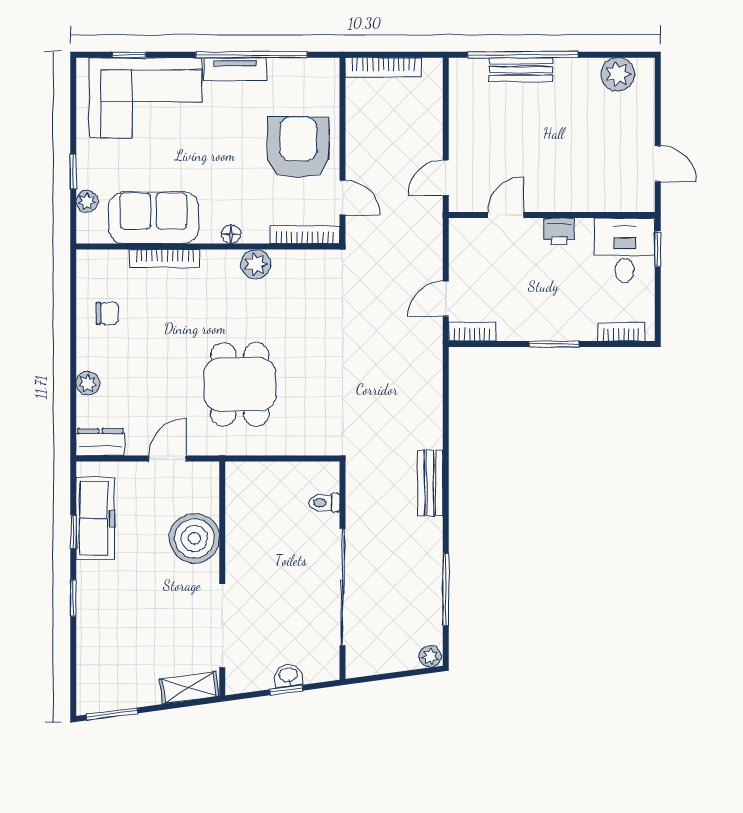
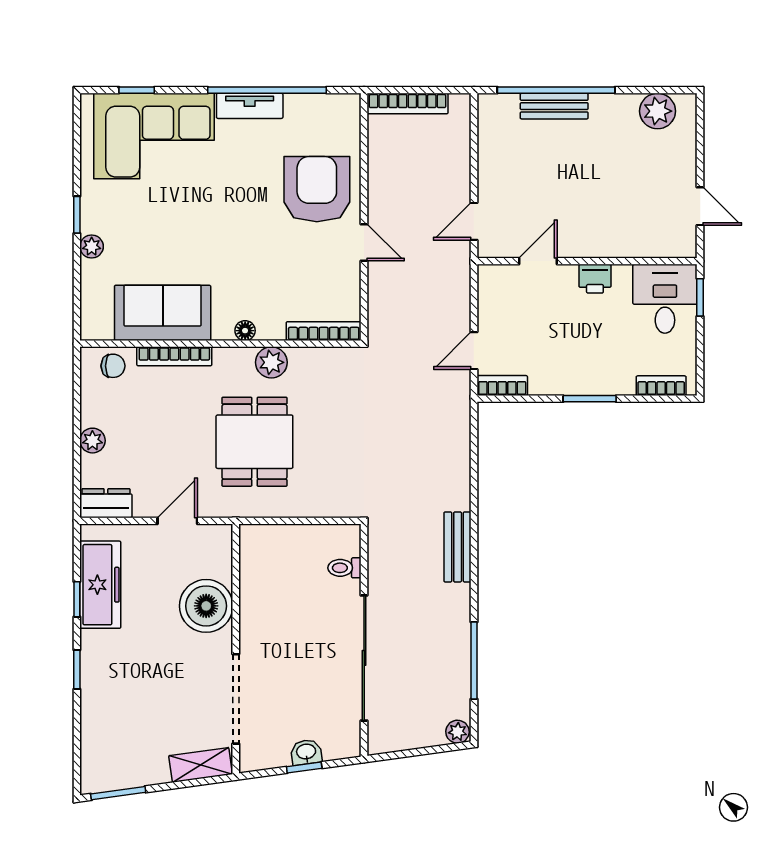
sofa: (154, 218) -> (163, 313), moved
floor lamp: (231, 234) -> (245, 331), moved
bookcase: (305, 235) -> (324, 331), moved
wall: (208, 247) -> (220, 344), moved
bookcase: (165, 258) -> (174, 356), moved
plant: (256, 264) -> (271, 362), moved

